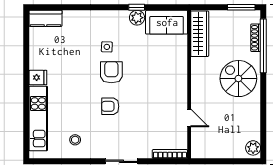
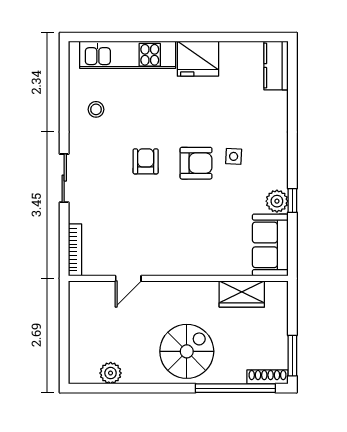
wardrobe: (200, 34) -> (242, 294), width x0.67
shoe rack: (256, 38) -> (267, 377), moved
fridge: (38, 77) -> (198, 59), width x1.88, depth x1.34
plant: (253, 148) -> (111, 373), moved

